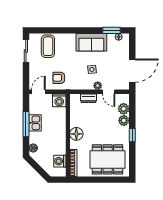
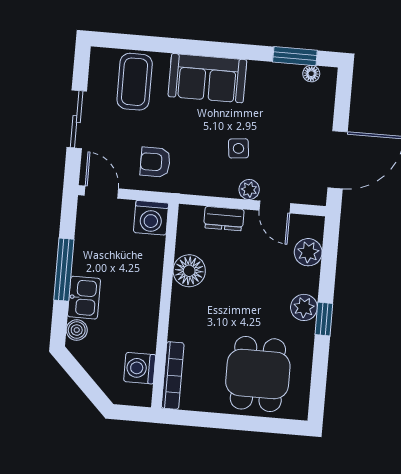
sofa: (91, 42) -> (207, 78), moved
sliding door: (26, 51) -> (77, 119), moved
door: (38, 92) -> (101, 192), hinge flipped
plant: (124, 120) -> (304, 307), moved
kitchen sink: (35, 123) -> (84, 298), moved
floor lamp: (76, 134) -> (189, 271), moved
dining table: (108, 159) -> (258, 374), width x0.73

